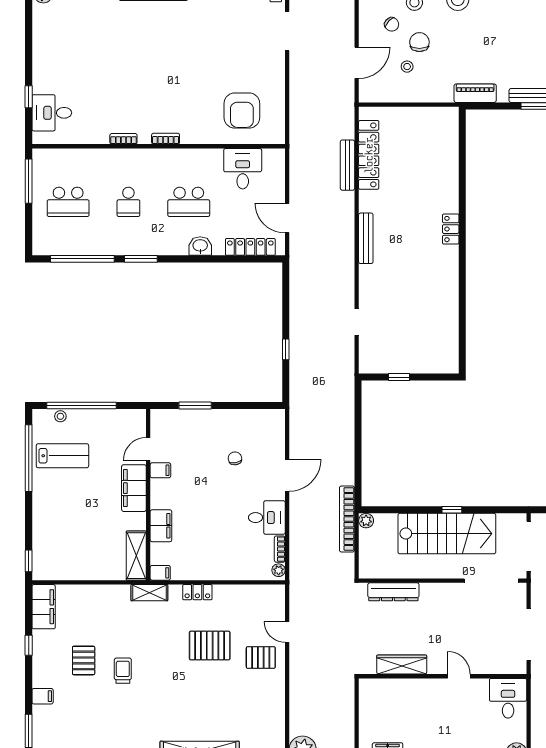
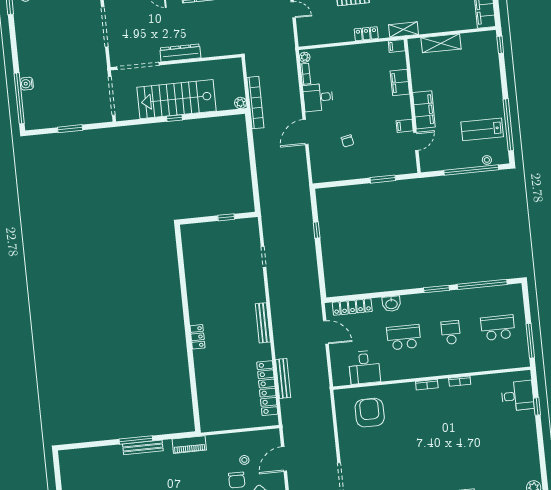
shelving: (136, 556) -> (441, 43), moved, turned 90
dresser: (393, 592) -> (180, 53), moved

